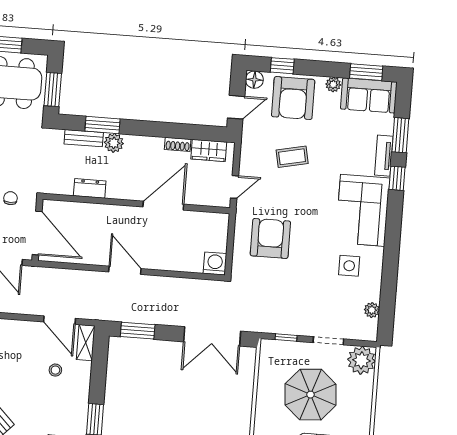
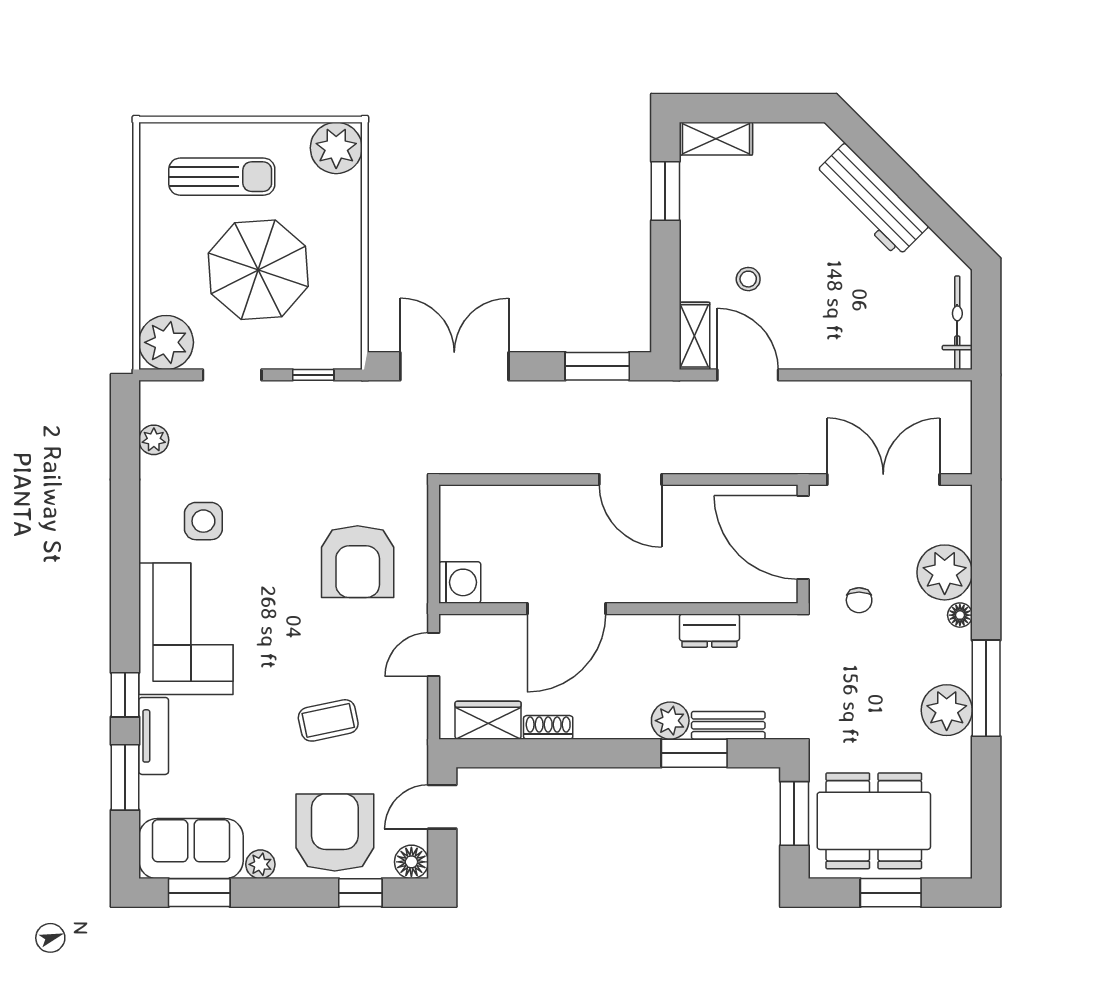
washing machine: (215, 263) -> (460, 582), moved, turned -90

